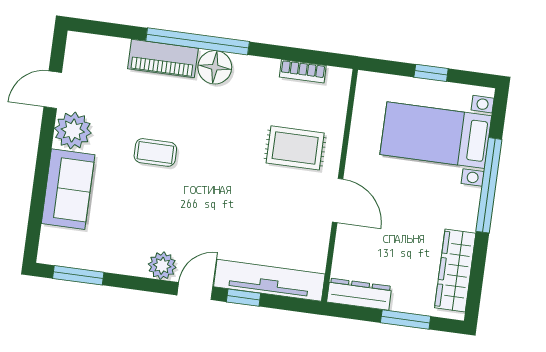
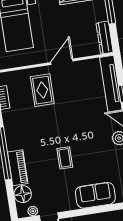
floor lamp: (215, 67) -> (23, 194), moved
plant: (73, 131) -> (33, 211), moved, width x0.53, depth x0.53

